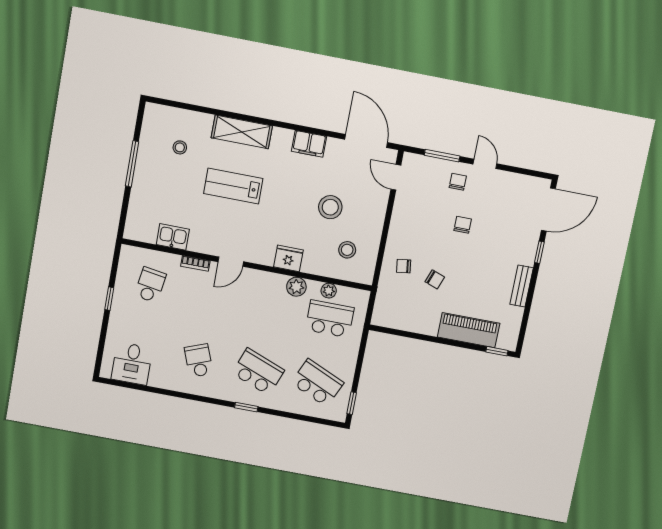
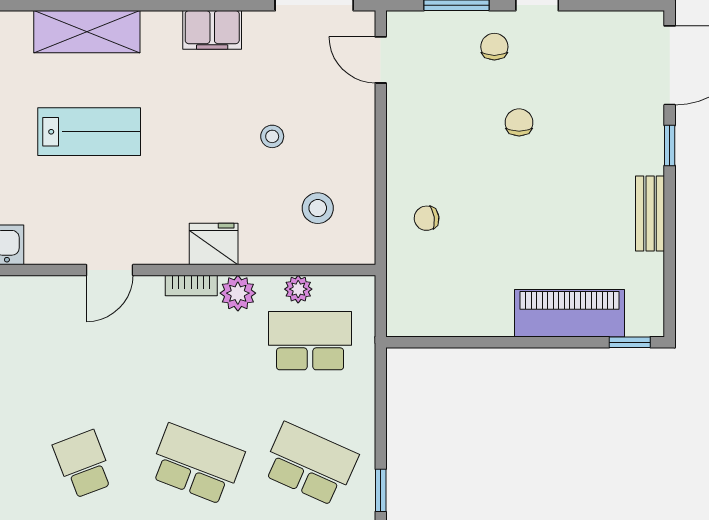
lab bench: (233, 186) -> (89, 132), turned 180
stool: (330, 207) -> (272, 136), width x0.53, depth x0.53
bookcase: (195, 263) -> (191, 286), moved
chair: (435, 279) -> (488, 231), removed

